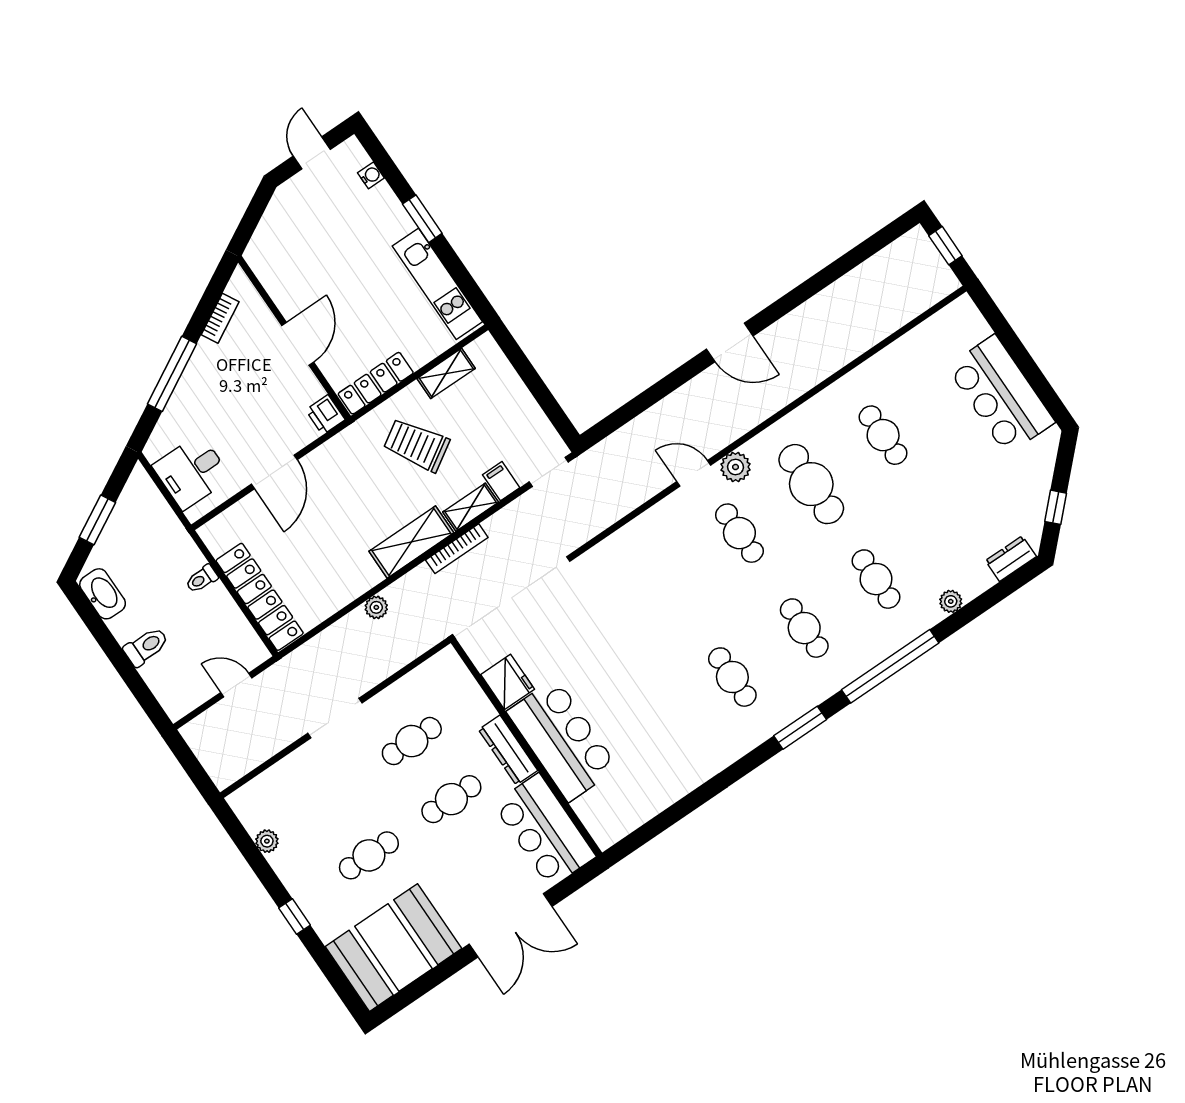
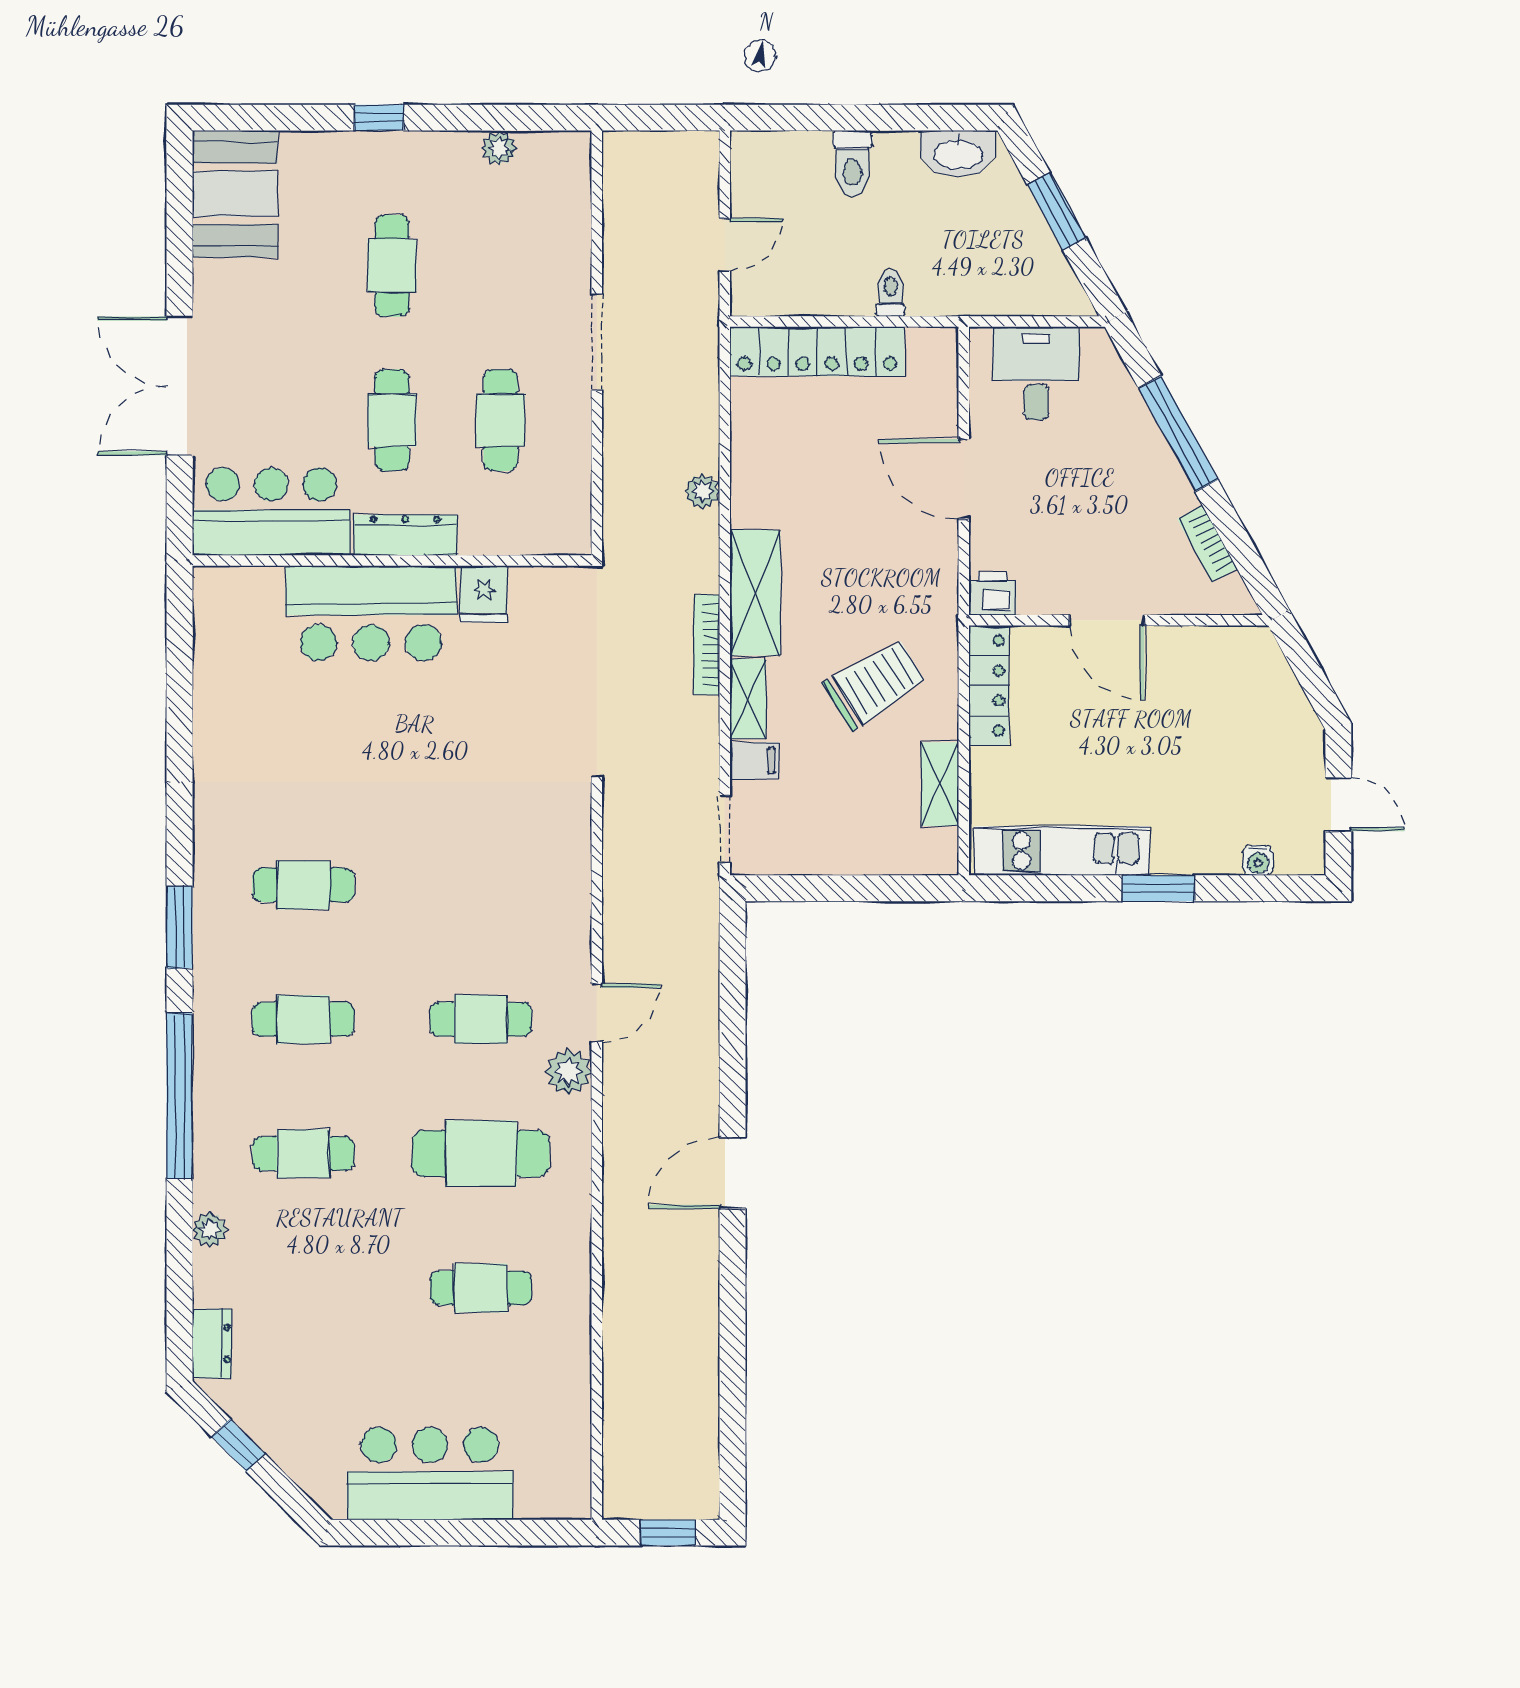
fridge: (508, 682) -> (484, 594), width x0.72
booth: (393, 948) -> (235, 194), width x0.73, depth x0.70

